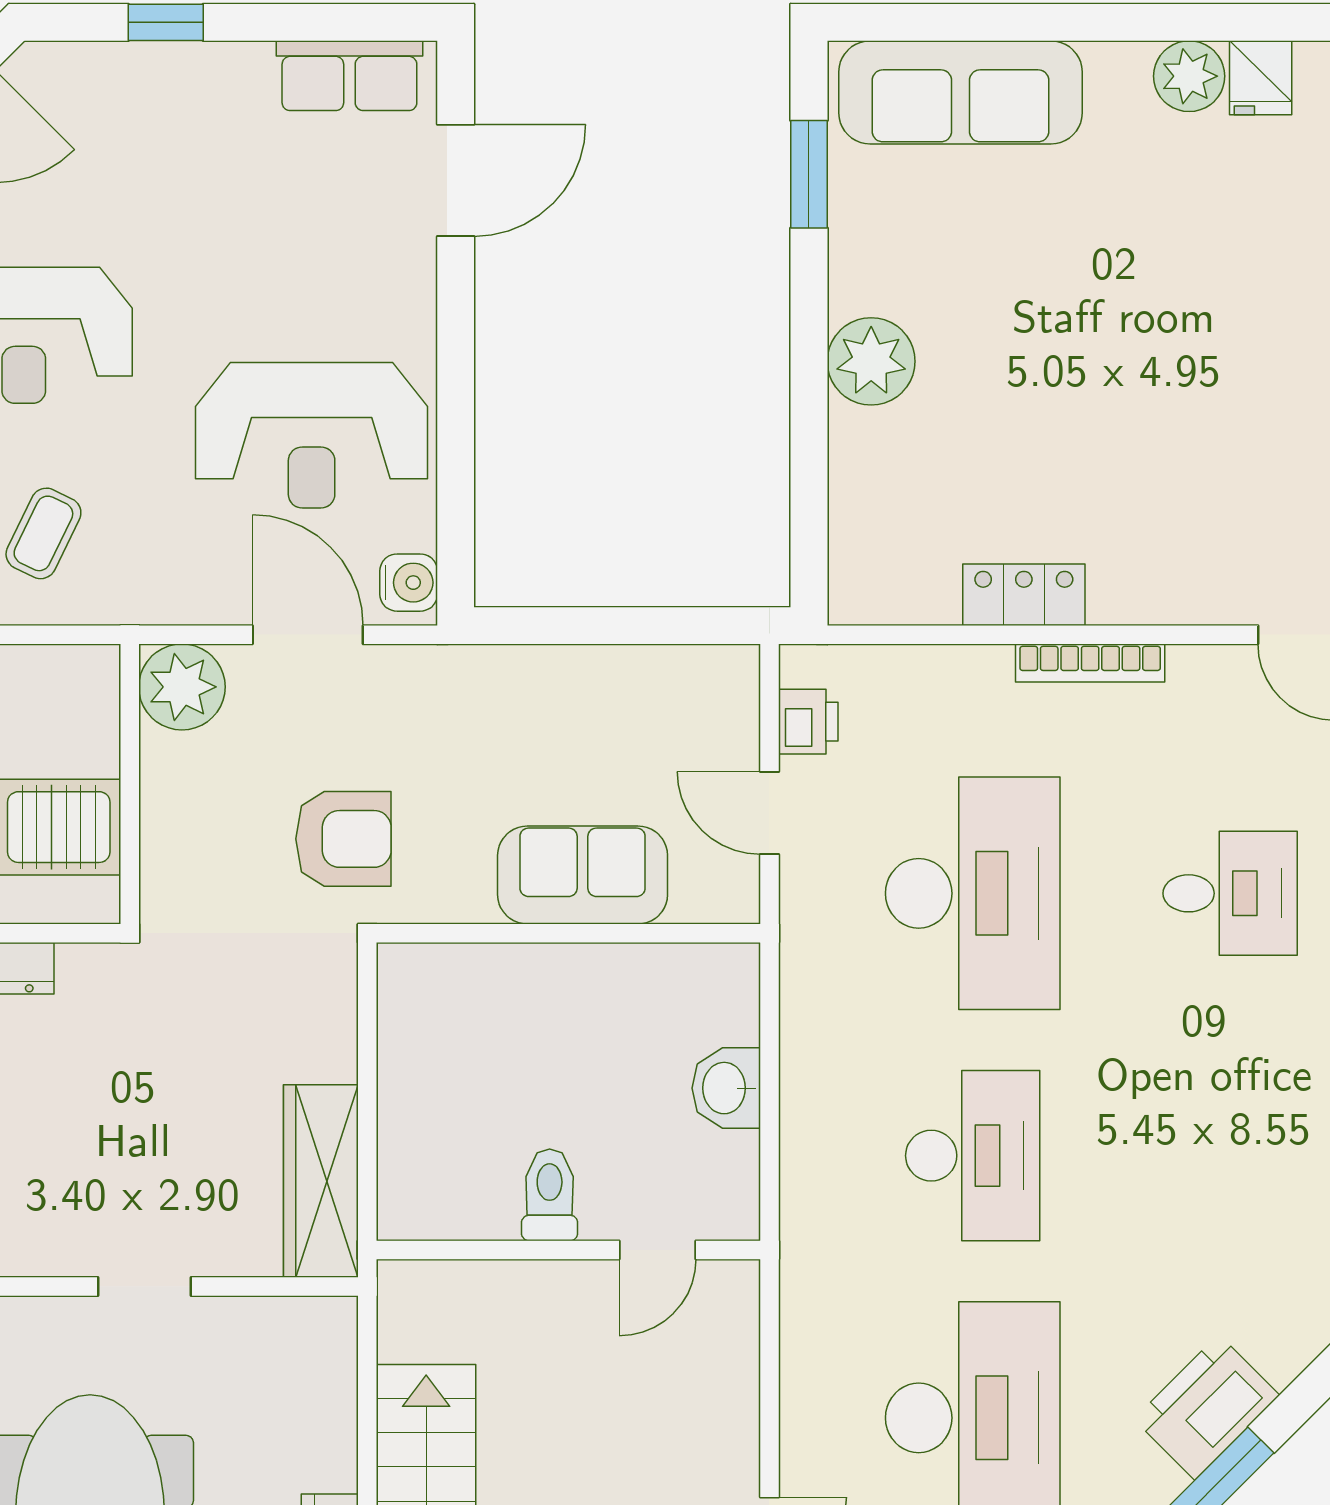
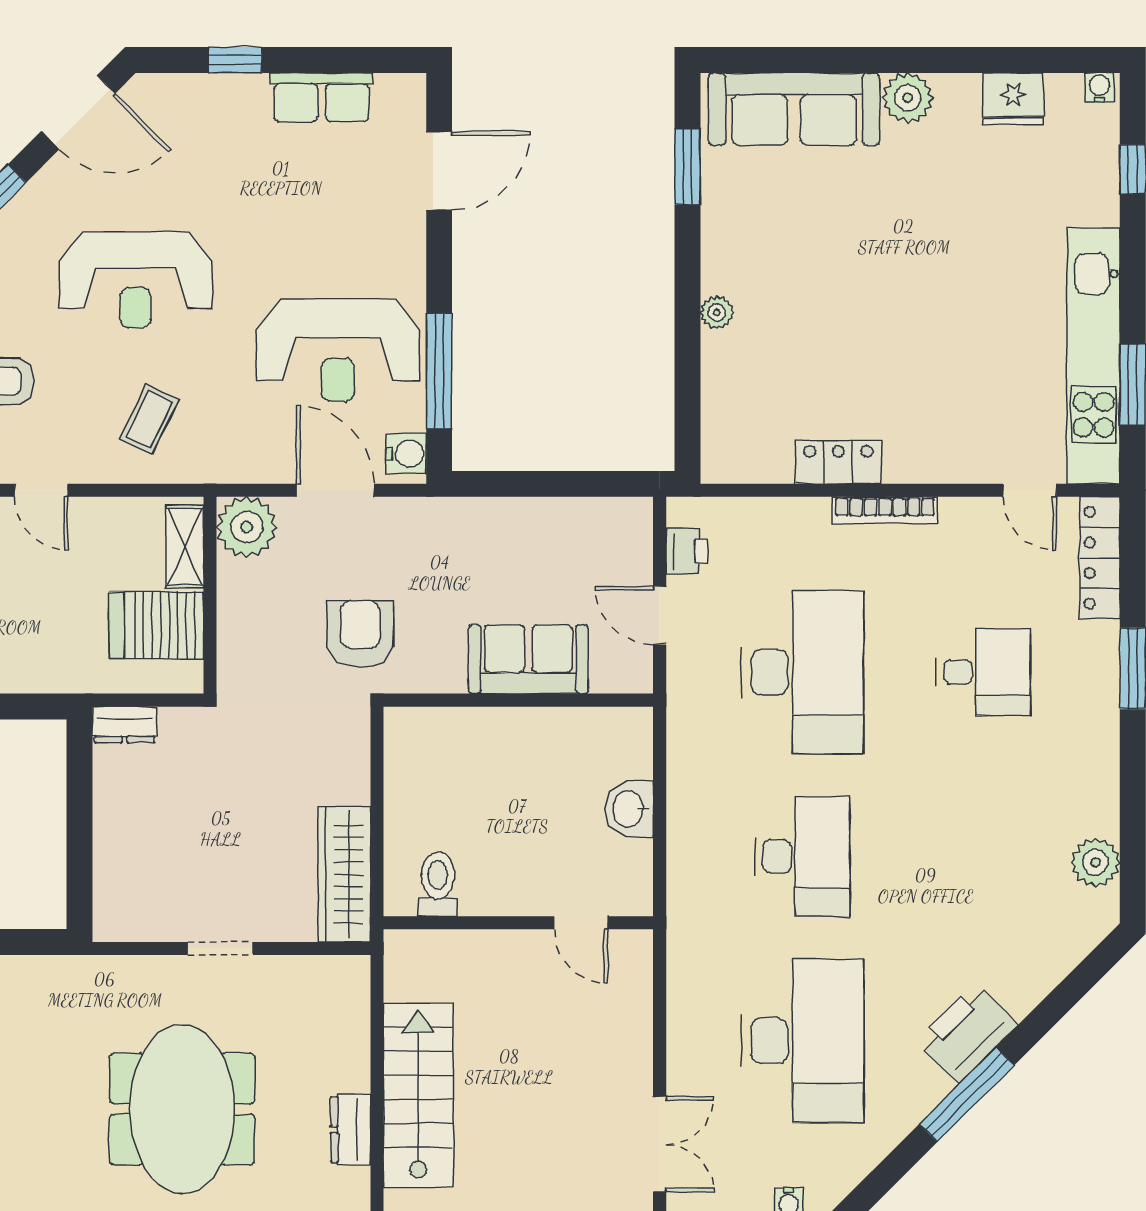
row of seats: (349, 76) -> (322, 97), moved
plant: (1189, 76) -> (908, 98), moved
fridge: (1261, 78) -> (1013, 99), width x1.38
plant: (871, 361) -> (717, 313), width x0.53, depth x0.53
window: (456, 465) -> (439, 371), added
shelving: (94, 715) -> (185, 547), added
armchair: (343, 839) -> (360, 634), turned -90
toilet: (550, 1195) -> (438, 884), moved
door: (658, 1250) -> (581, 923), hinge flipped

